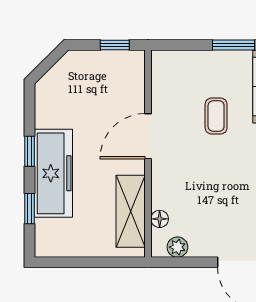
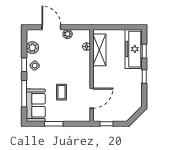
door: (148, 136) -> (92, 98), moved
freezer: (53, 173) -> (134, 49), moved
plant: (177, 247) -> (68, 34), moved

